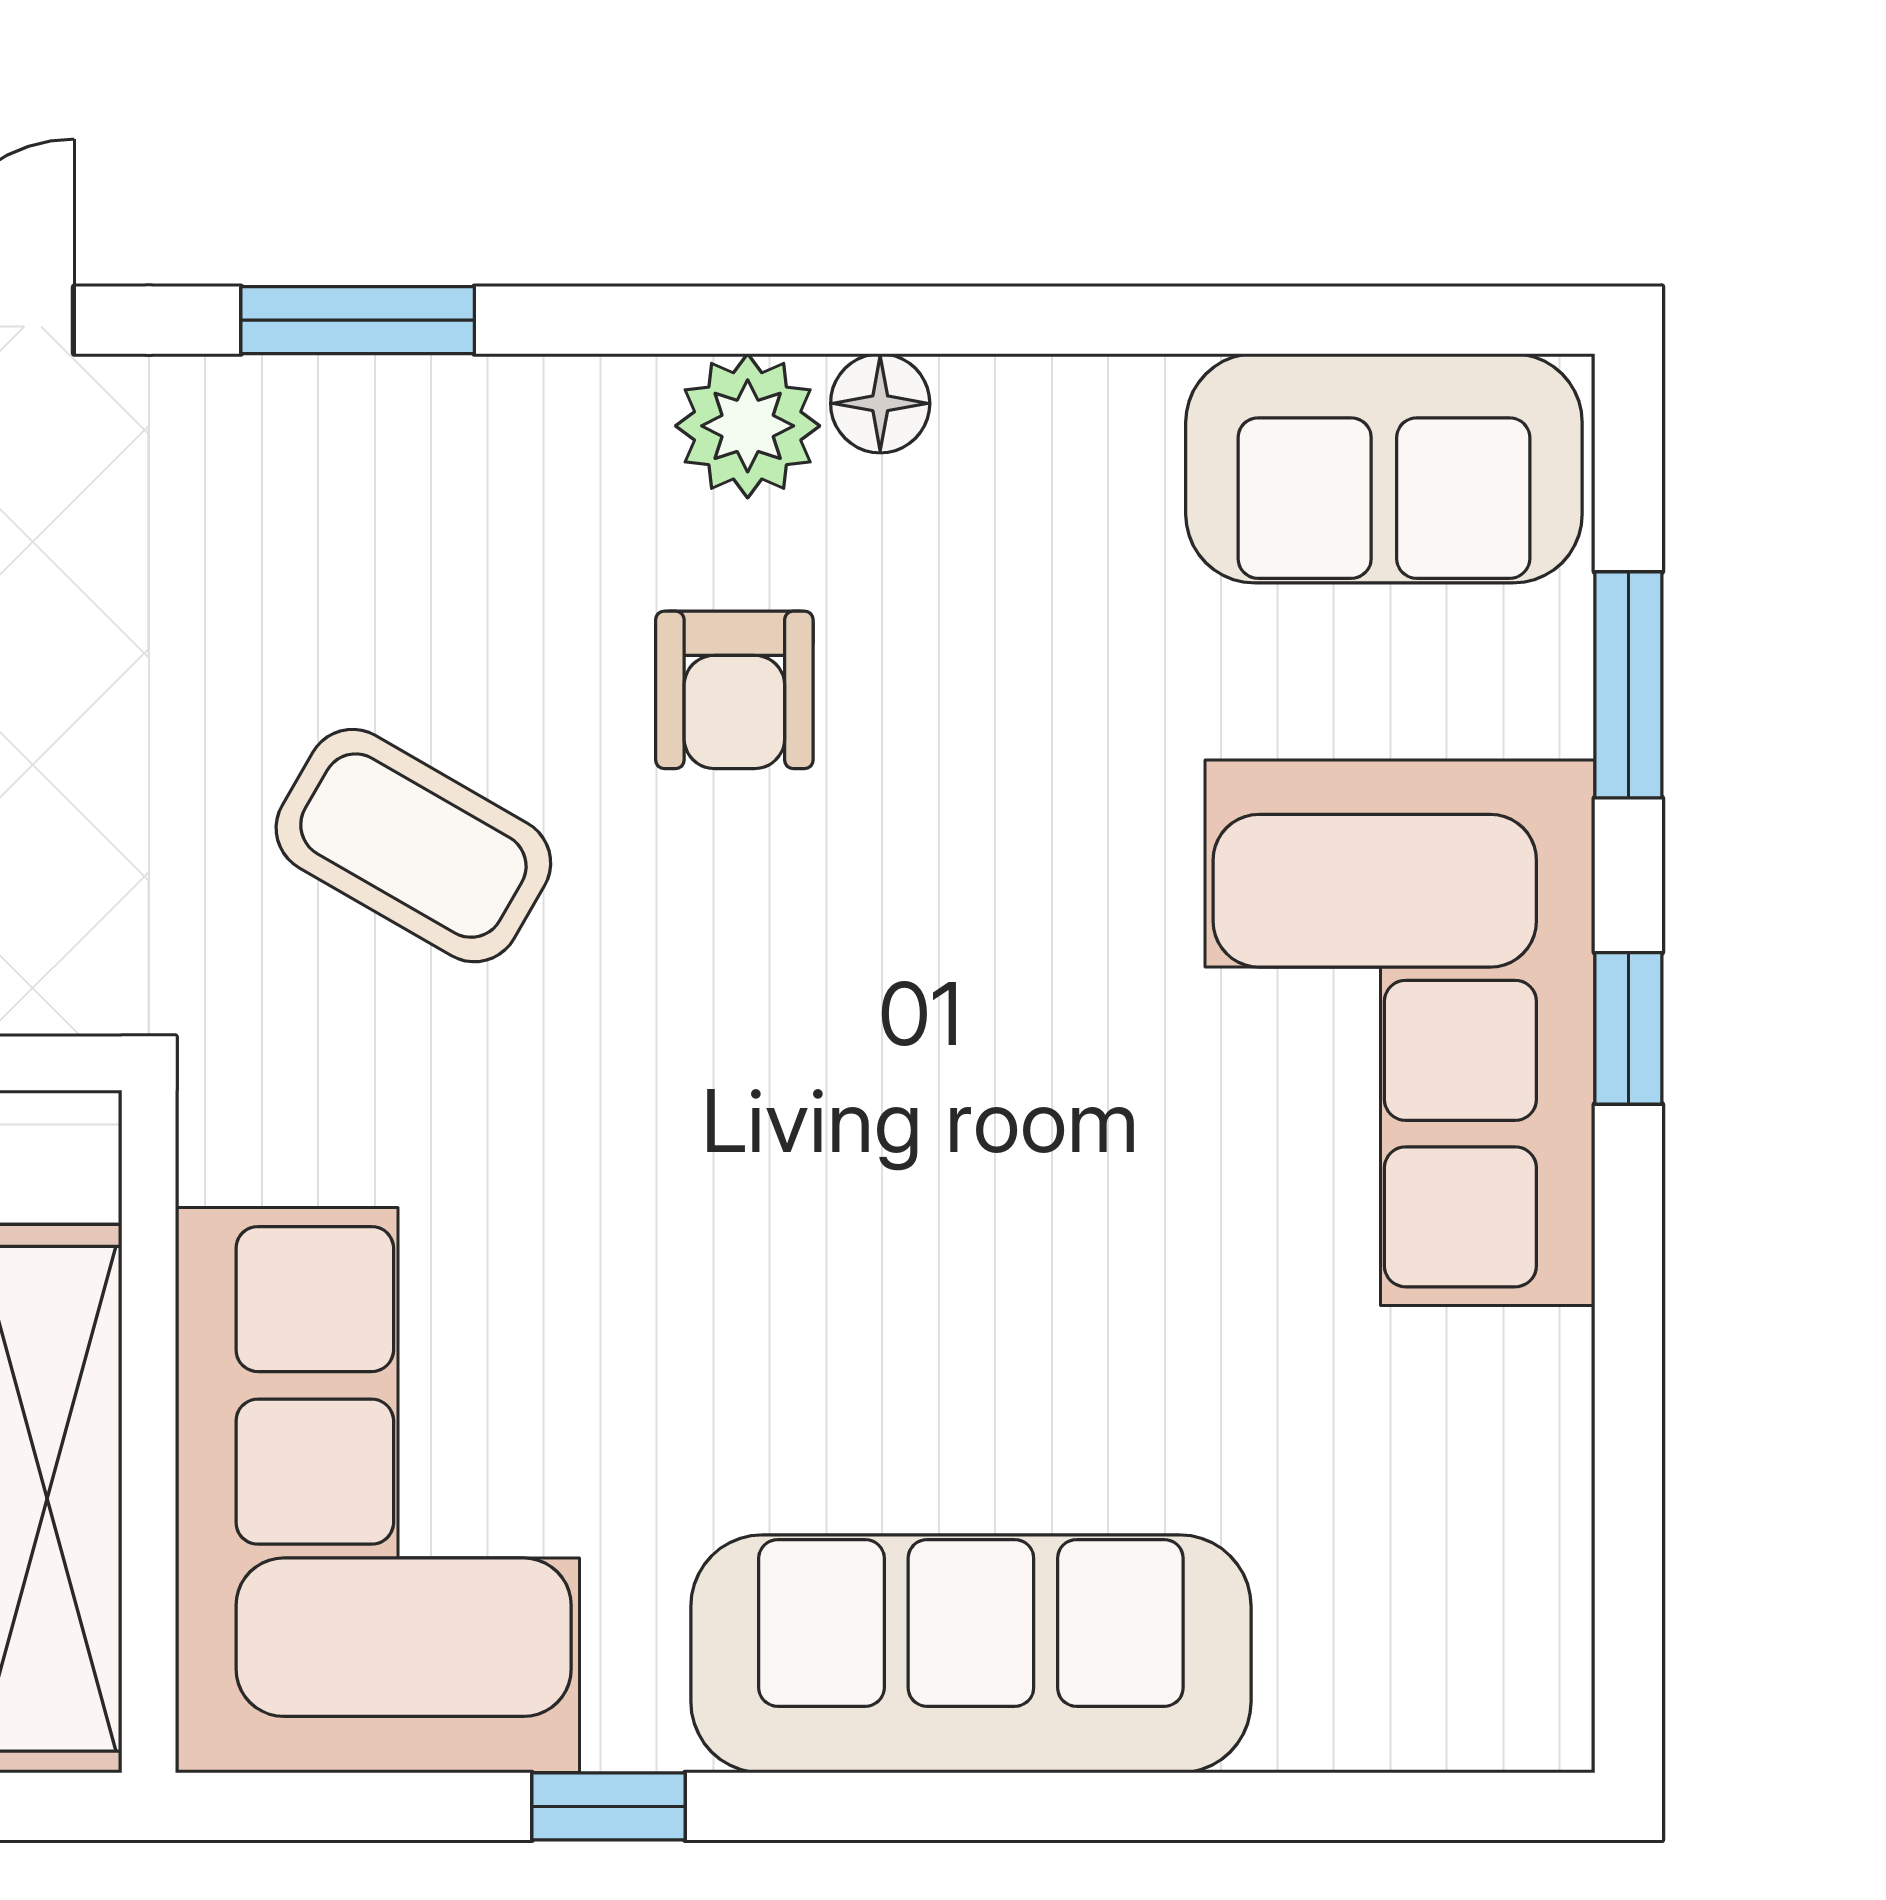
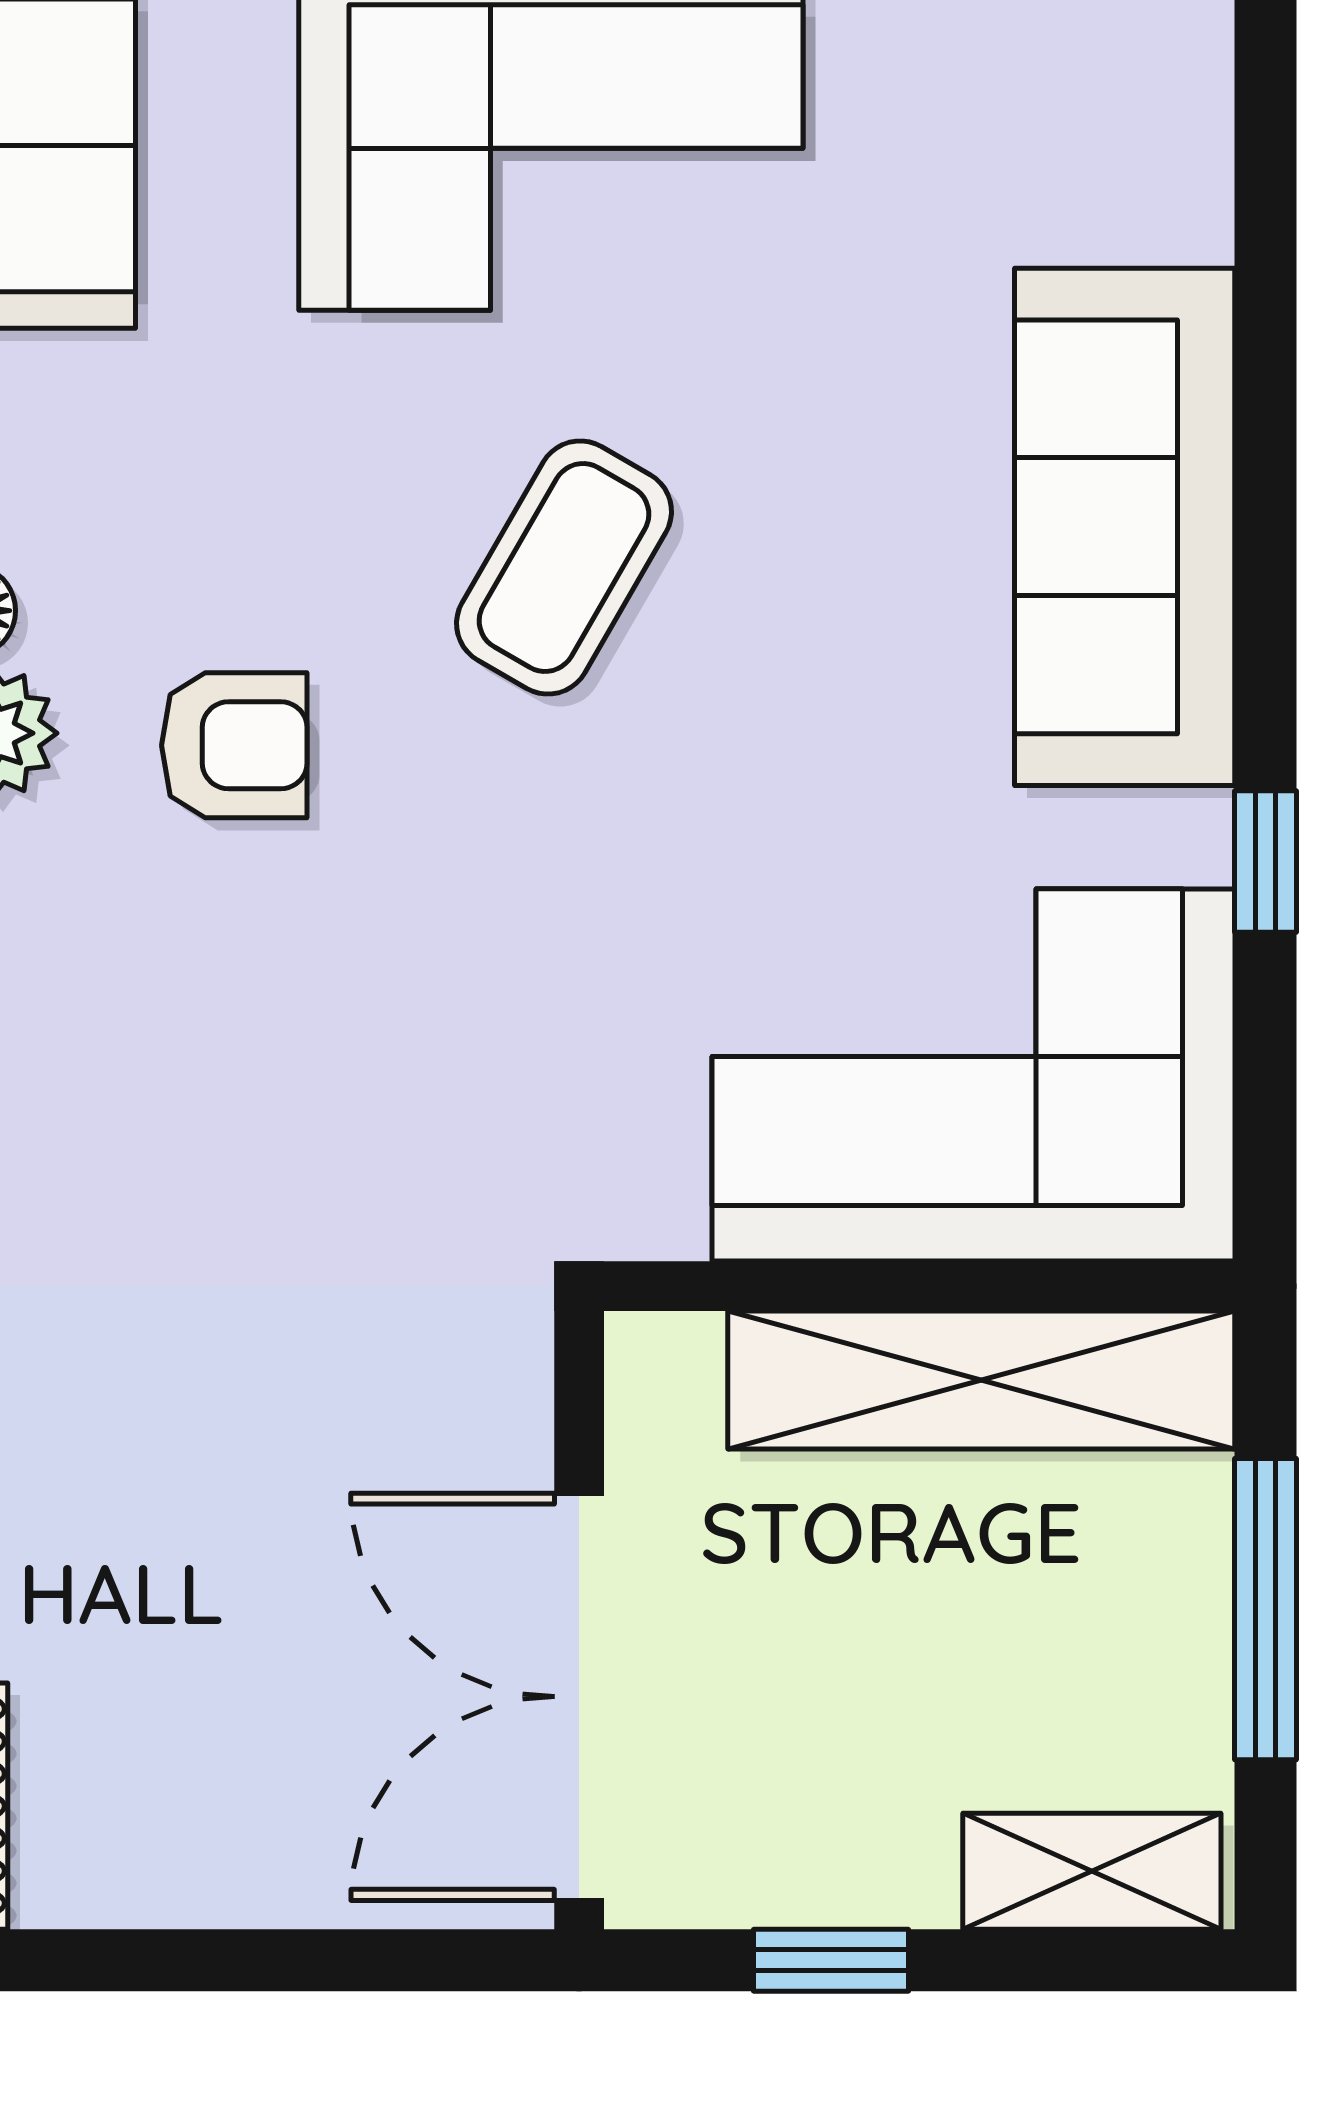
coffee table: (413, 846) -> (564, 568), moved

